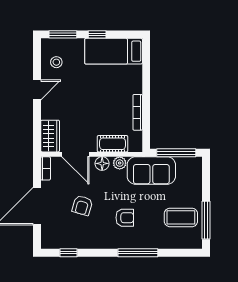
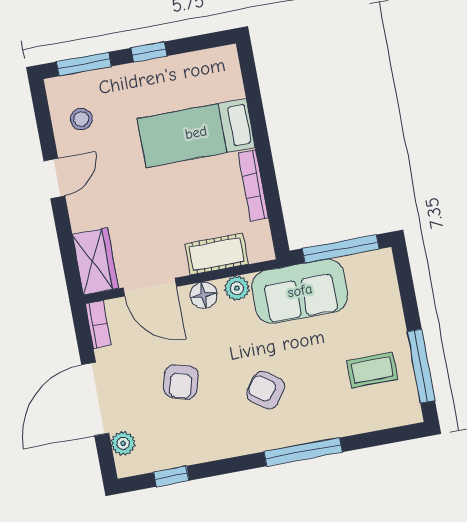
bed: (114, 51) -> (196, 133), moved
coffee table: (181, 217) -> (372, 370), width x0.73, depth x0.77
armchair: (125, 218) -> (266, 390), turned -144
plant: (47, 231) -> (123, 443), added

